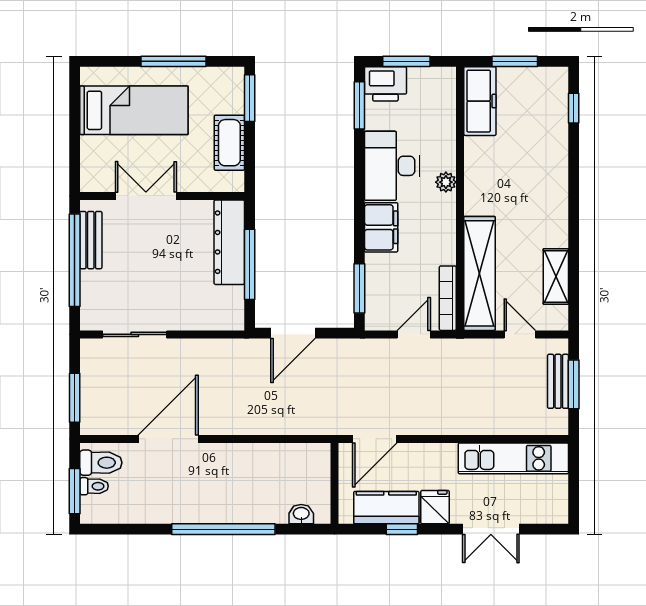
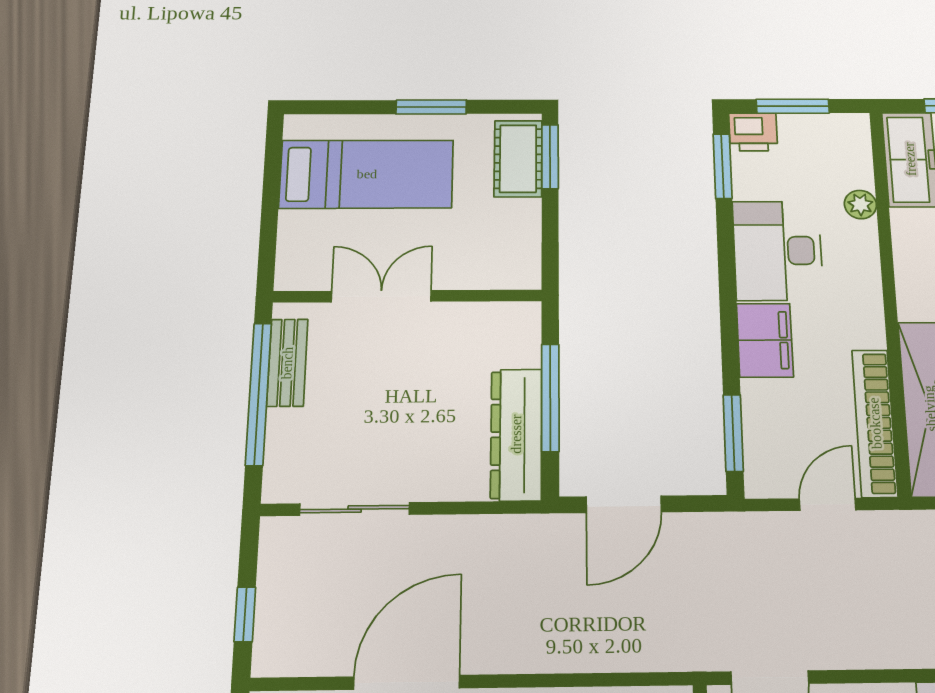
window: (174, 61) -> (431, 107), width x0.69
printer: (385, 84) -> (753, 132), width x0.73, depth x0.81
cot: (229, 143) -> (518, 159), moved
plant: (446, 182) -> (860, 204), moved
dresser: (229, 242) -> (516, 434), moved
bookcase: (448, 298) -> (875, 423), width x1.48, depth x1.31
window: (75, 398) -> (245, 614), width x0.67

